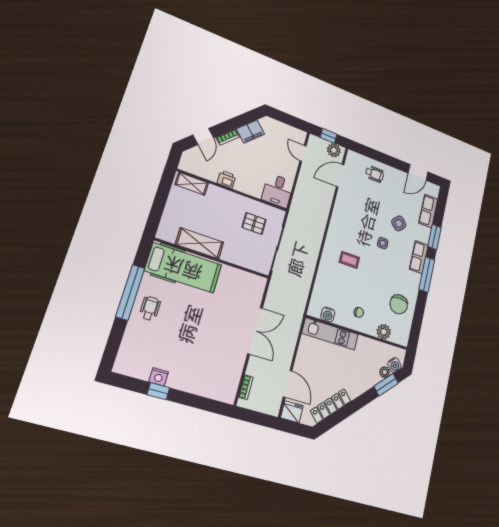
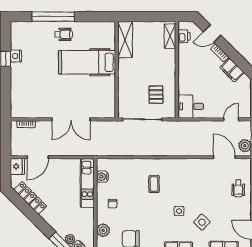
printer: (226, 179) -> (184, 36), moved
shelving: (200, 243) -> (125, 40), moved
hospital bed: (183, 268) -> (87, 62), moved, turned 90
window: (130, 292) -> (53, 17), moved

